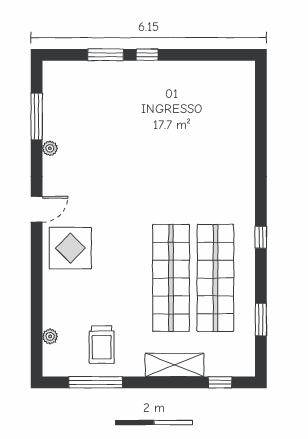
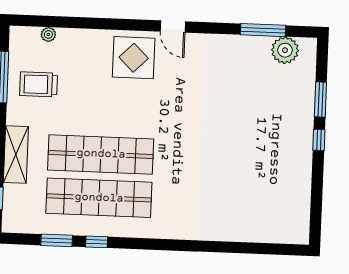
plant: (50, 148) -> (285, 50), moved, width x1.87, depth x1.87
window: (261, 237) -> (97, 242), moved

